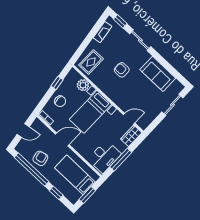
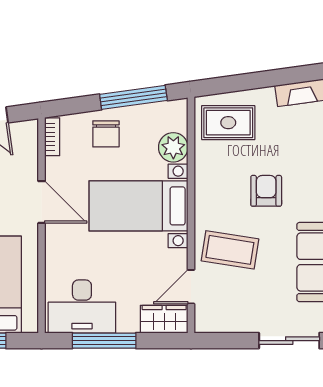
window: (57, 83) -> (133, 97), width x2.17
coffee table: (129, 97) -> (230, 250), added
door: (129, 119) -> (191, 287), swing flipped

